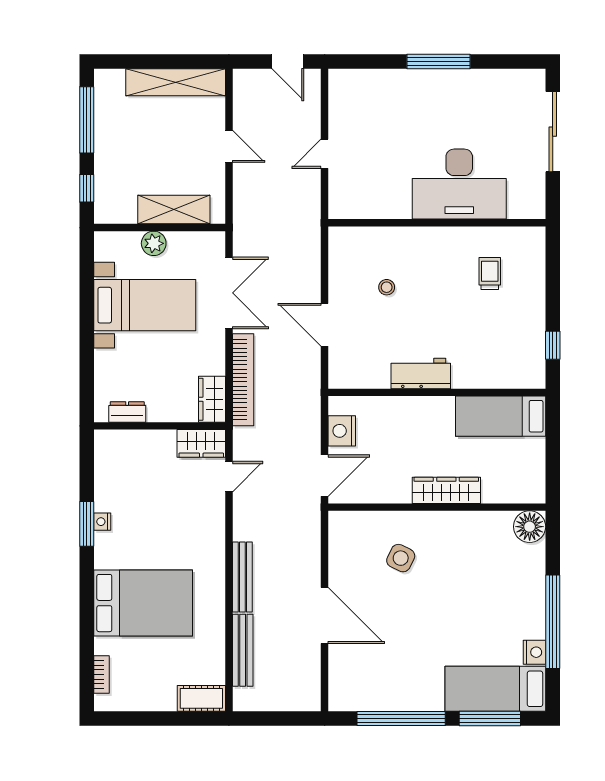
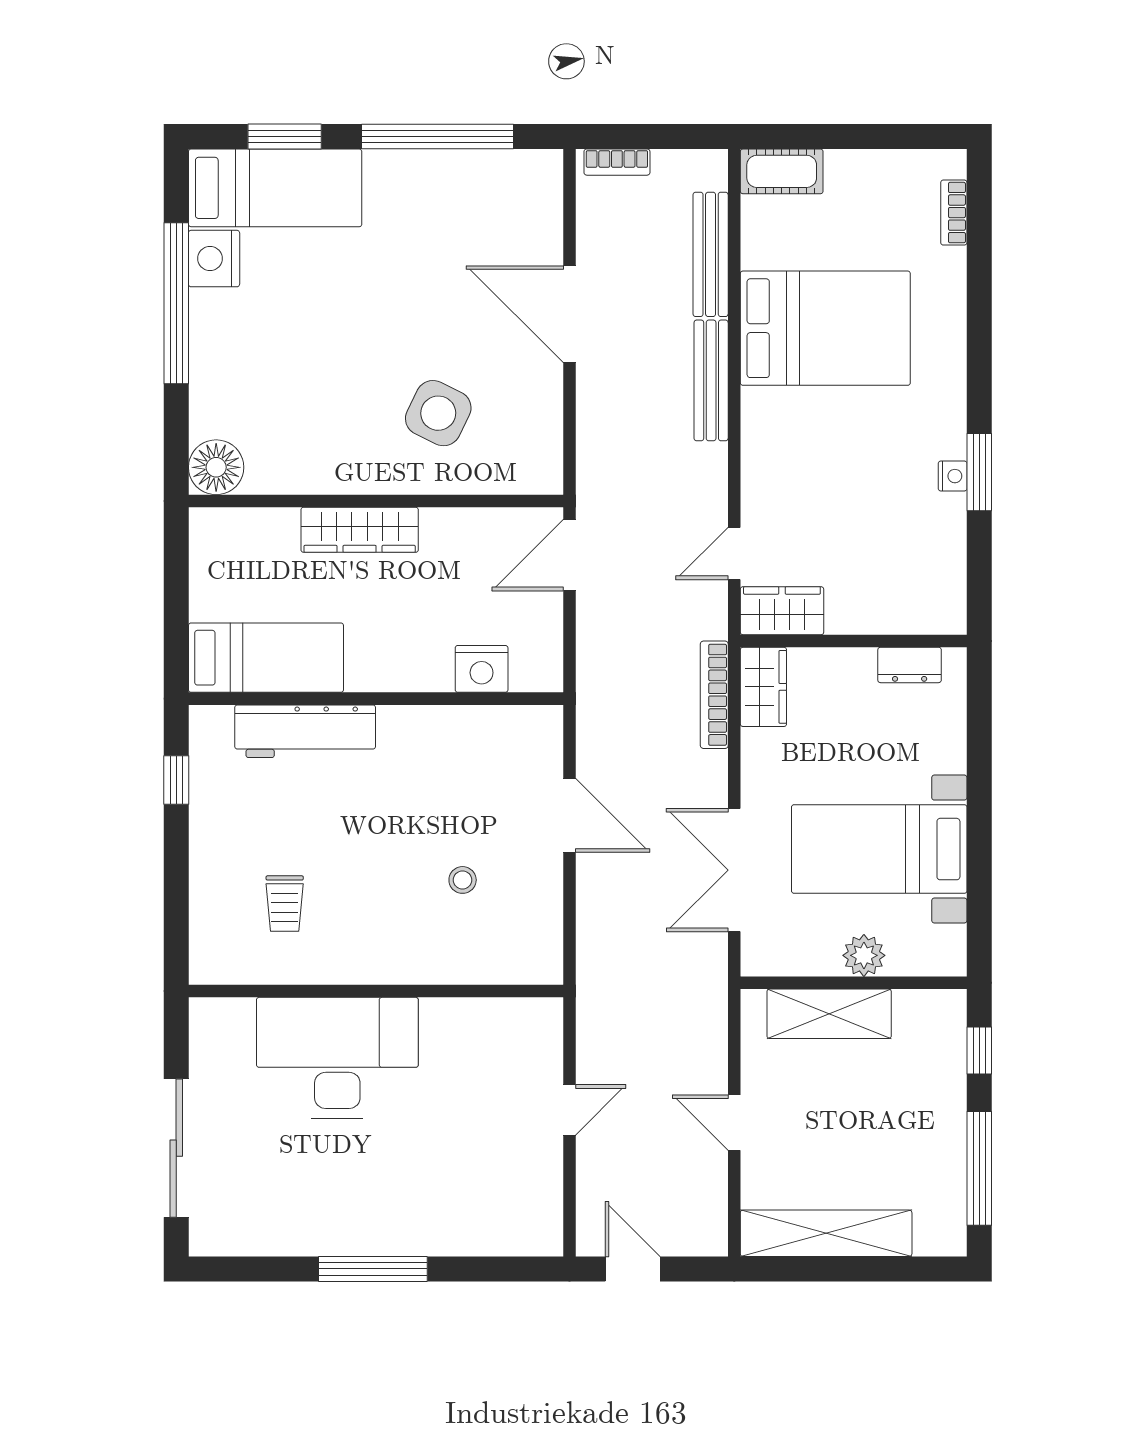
workbench: (421, 374) -> (305, 731), moved, width x1.38
bookcase: (243, 380) -> (714, 695), width x0.68, depth x0.76
nightstand: (342, 431) -> (482, 669), moved, turned 90
side table: (401, 558) -> (438, 413), width x1.37, depth x1.37
bed: (143, 603) -> (825, 328), moved, turned 180
nightstand: (534, 652) -> (214, 259), width x1.36, depth x1.33
bookcase: (297, 704) -> (617, 162), added
window: (490, 719) -> (285, 137), width x0.69

